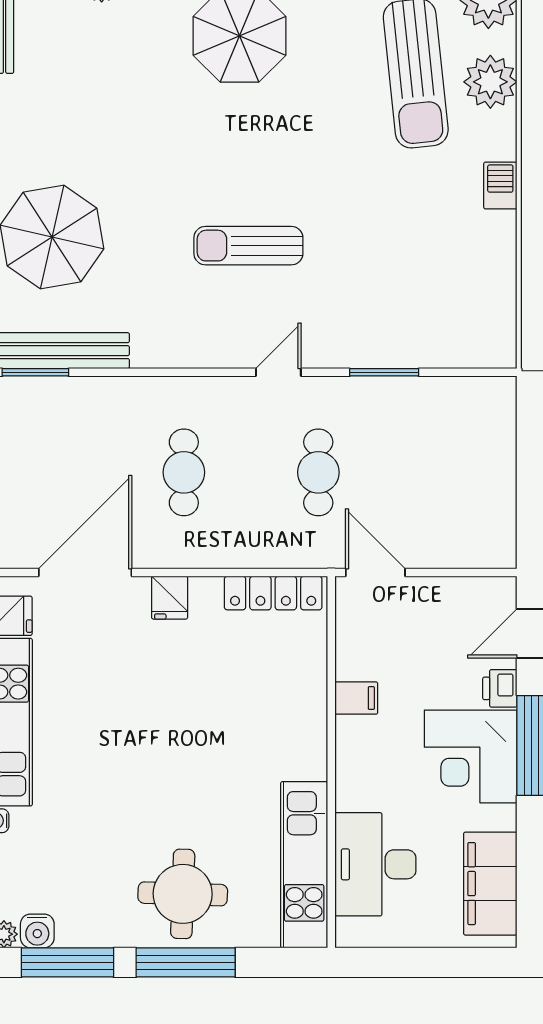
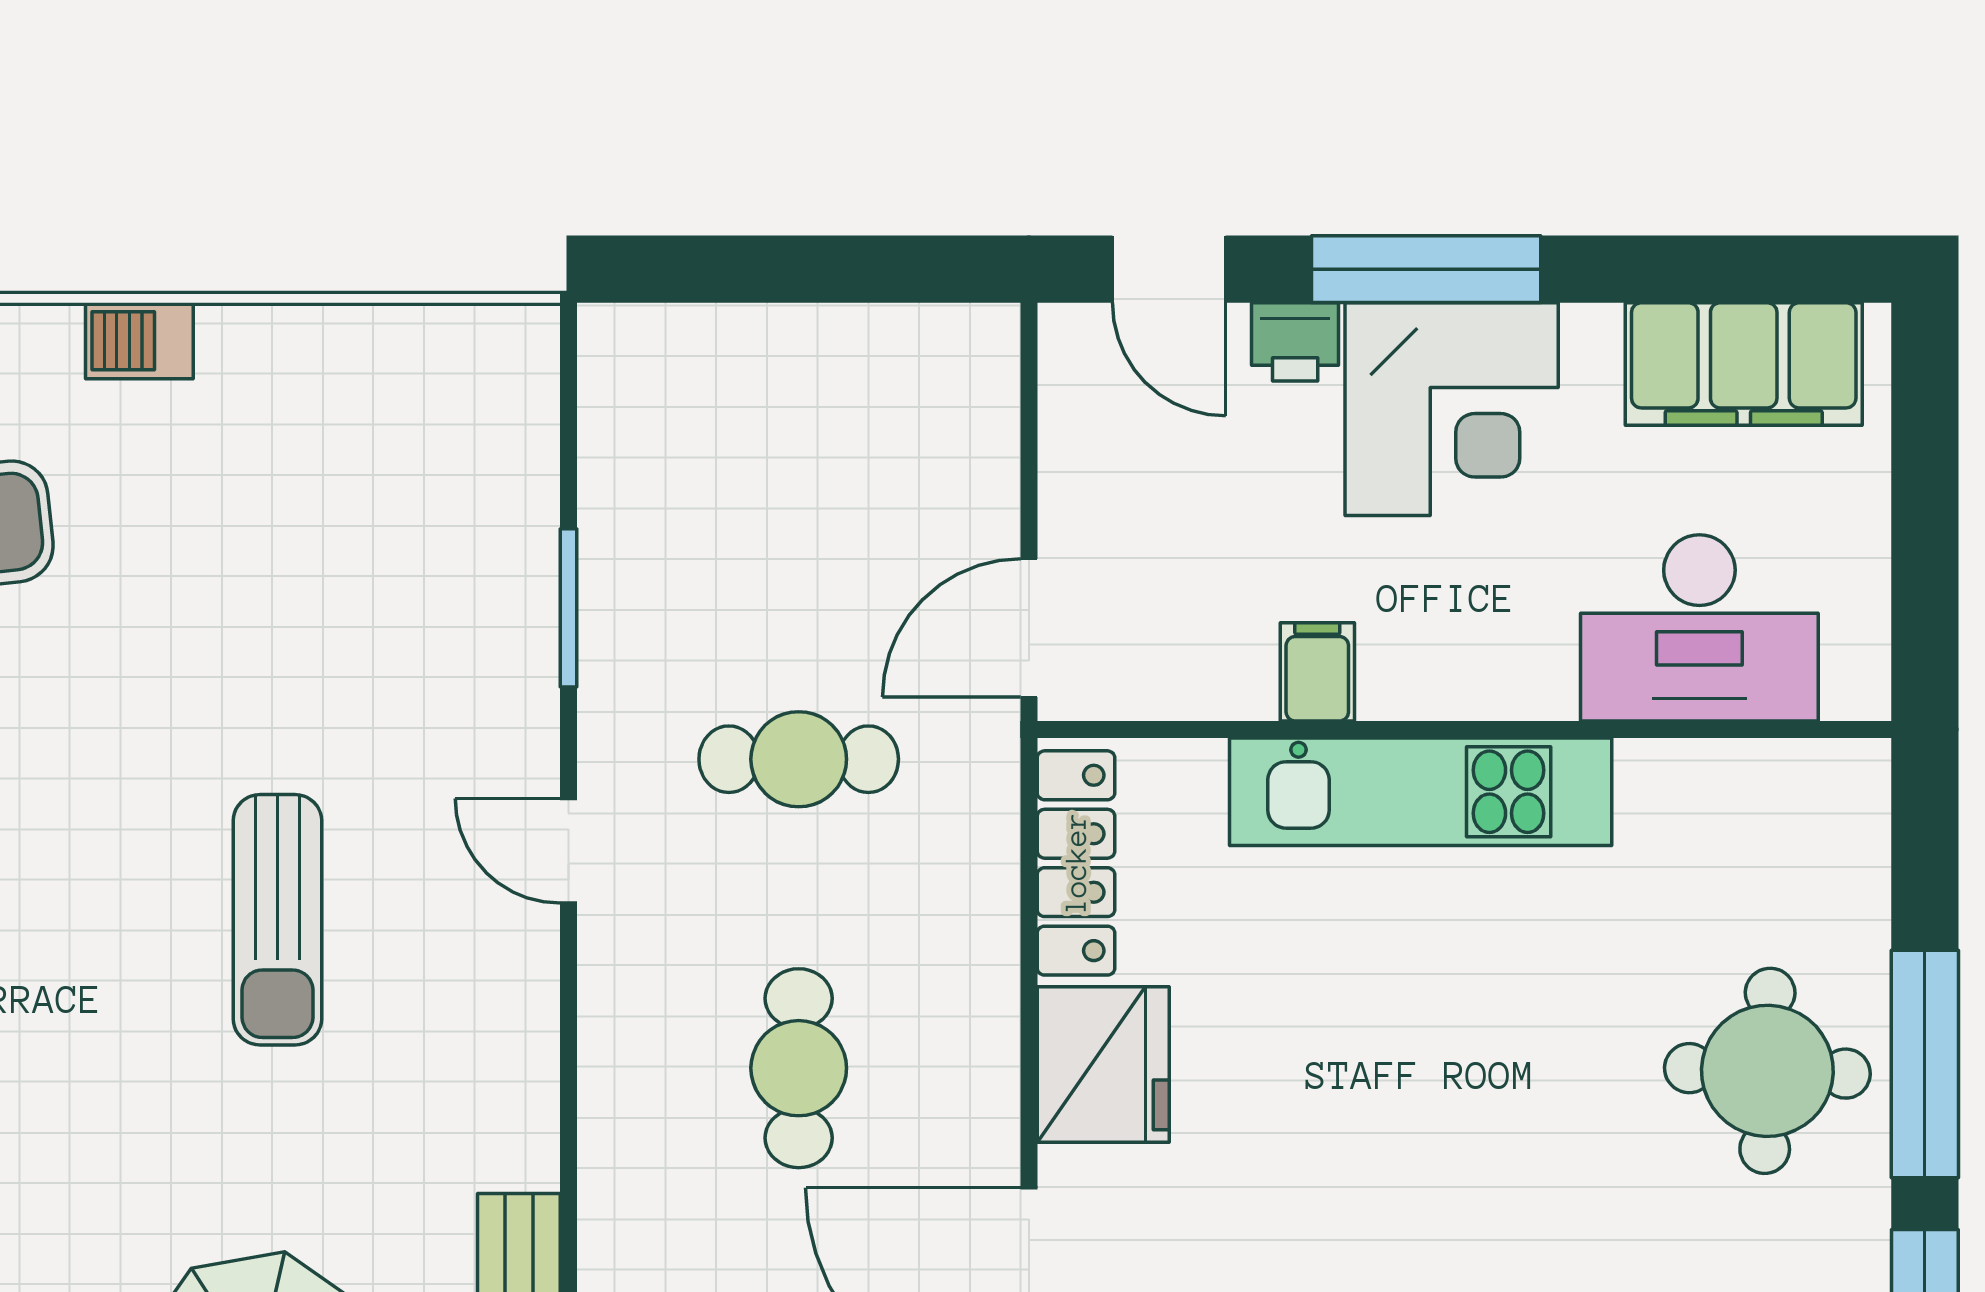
cafe table: (184, 472) -> (799, 1068), turned 90
fridge: (170, 598) -> (1103, 1064), width x1.88, depth x1.34
kitchen unit: (304, 865) -> (1421, 792), moved

